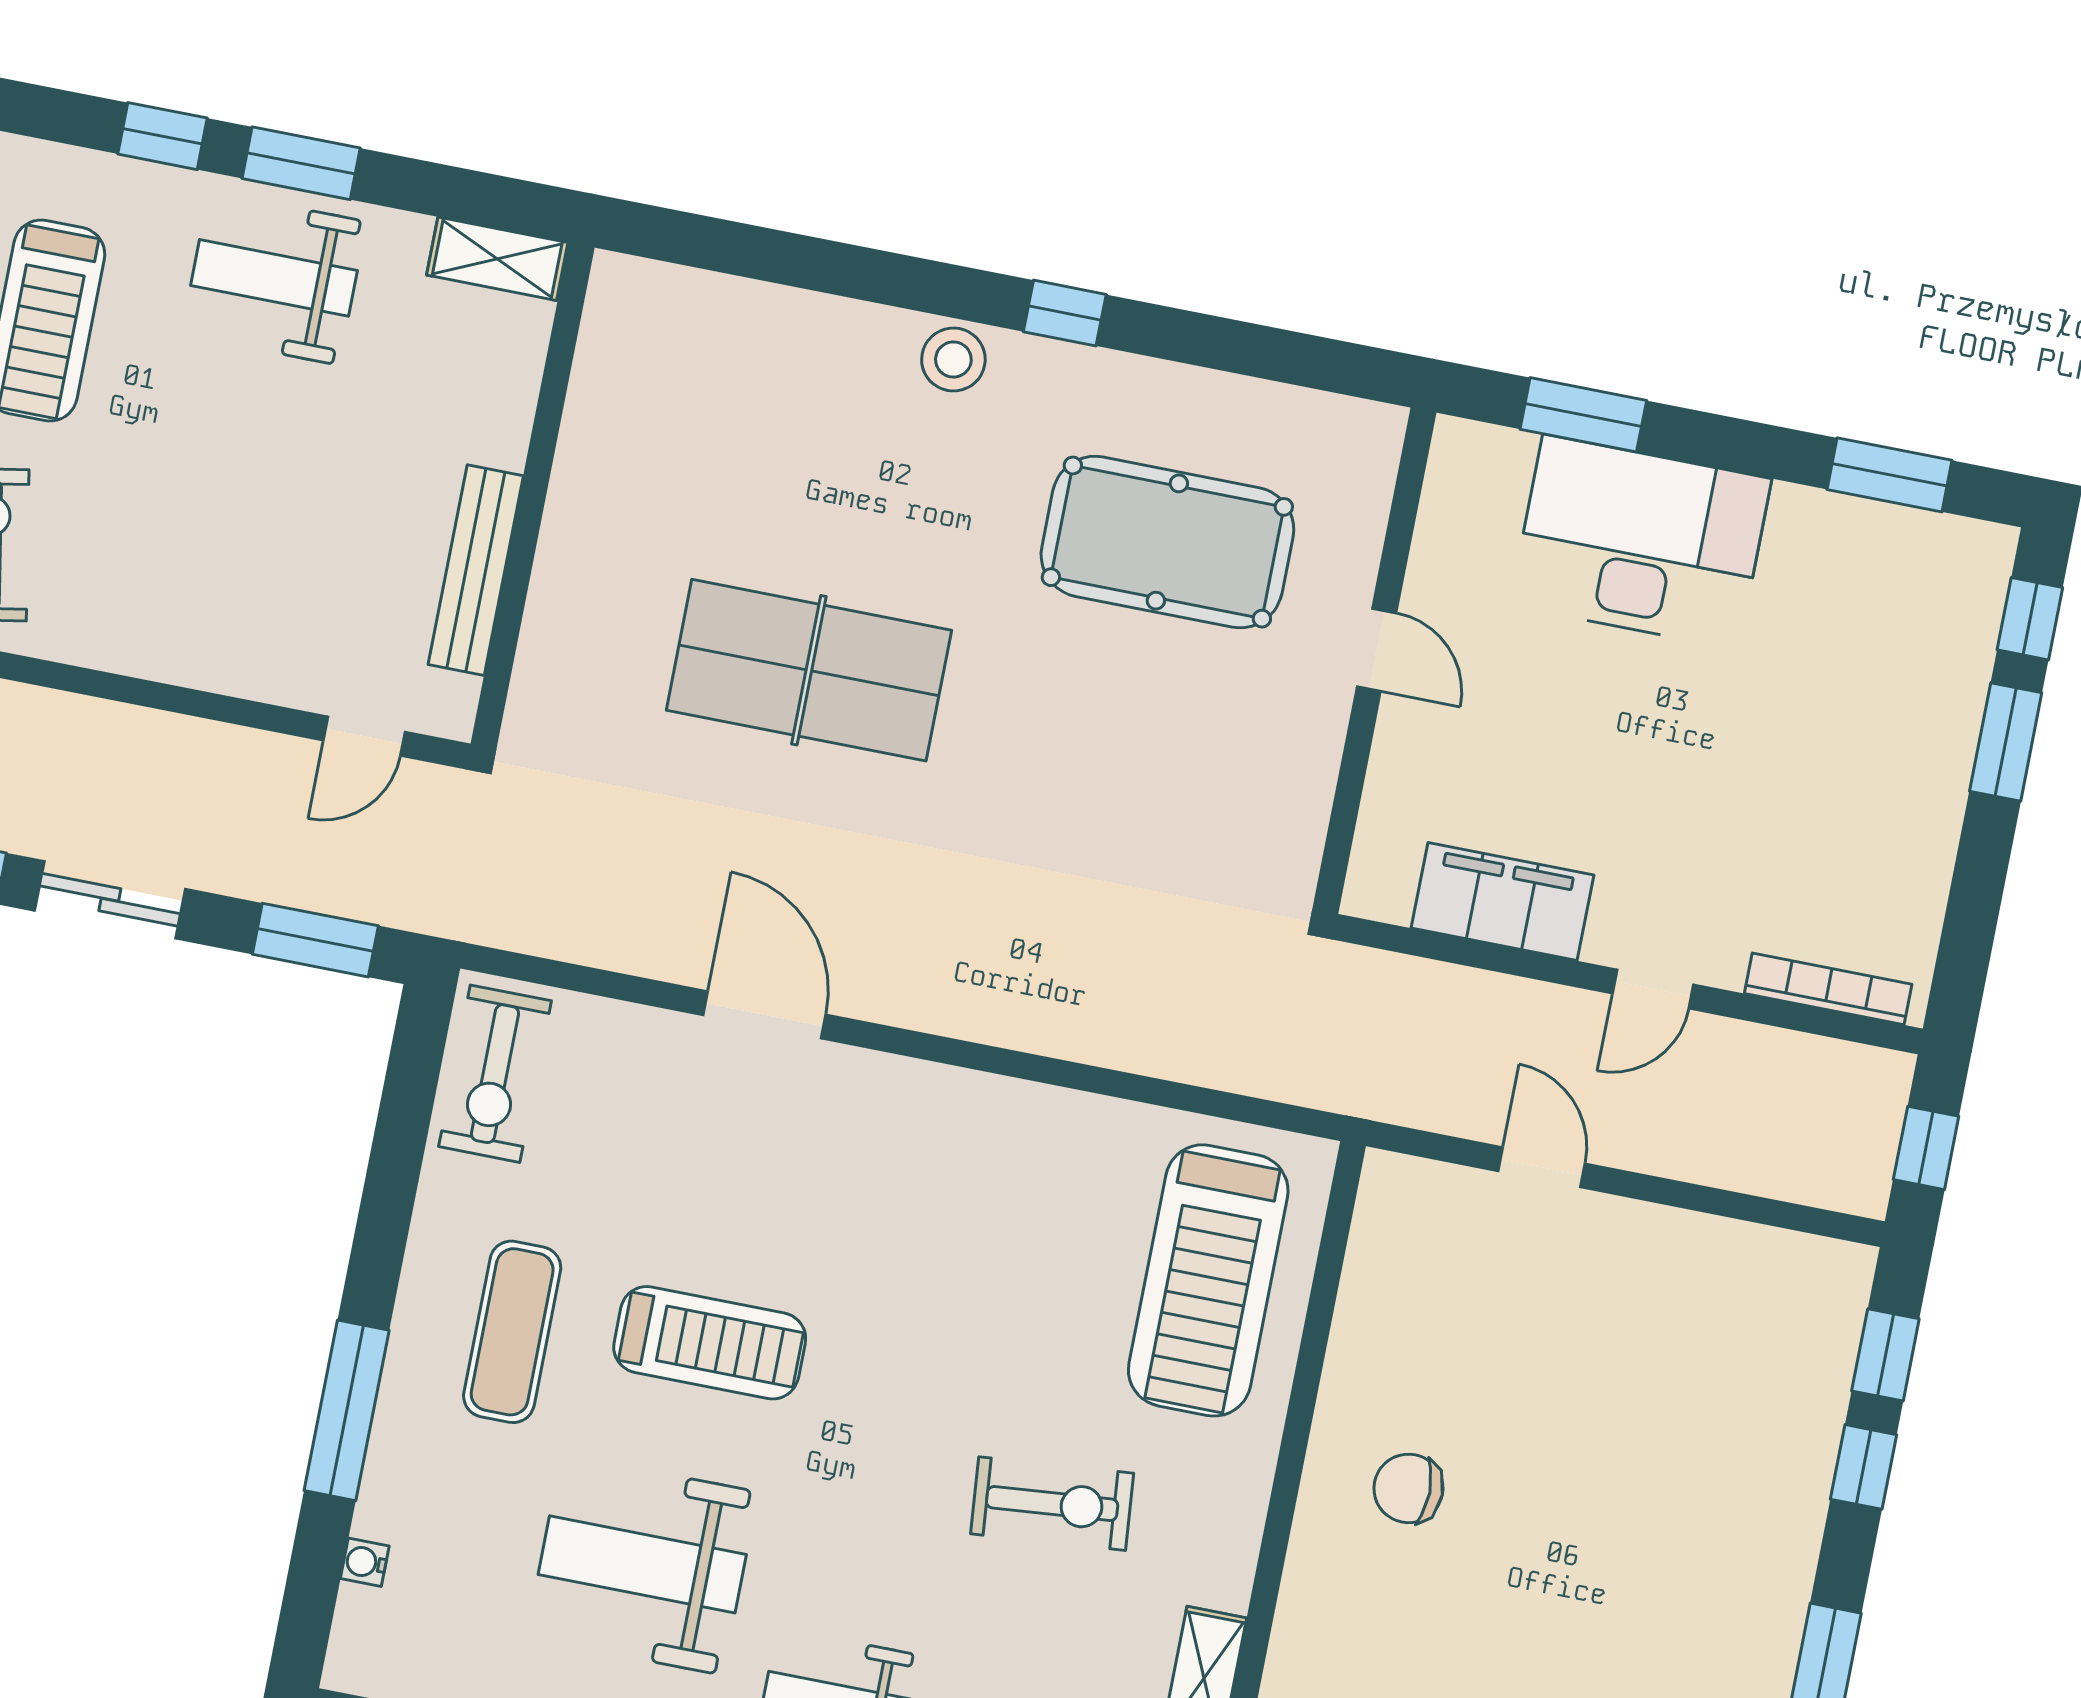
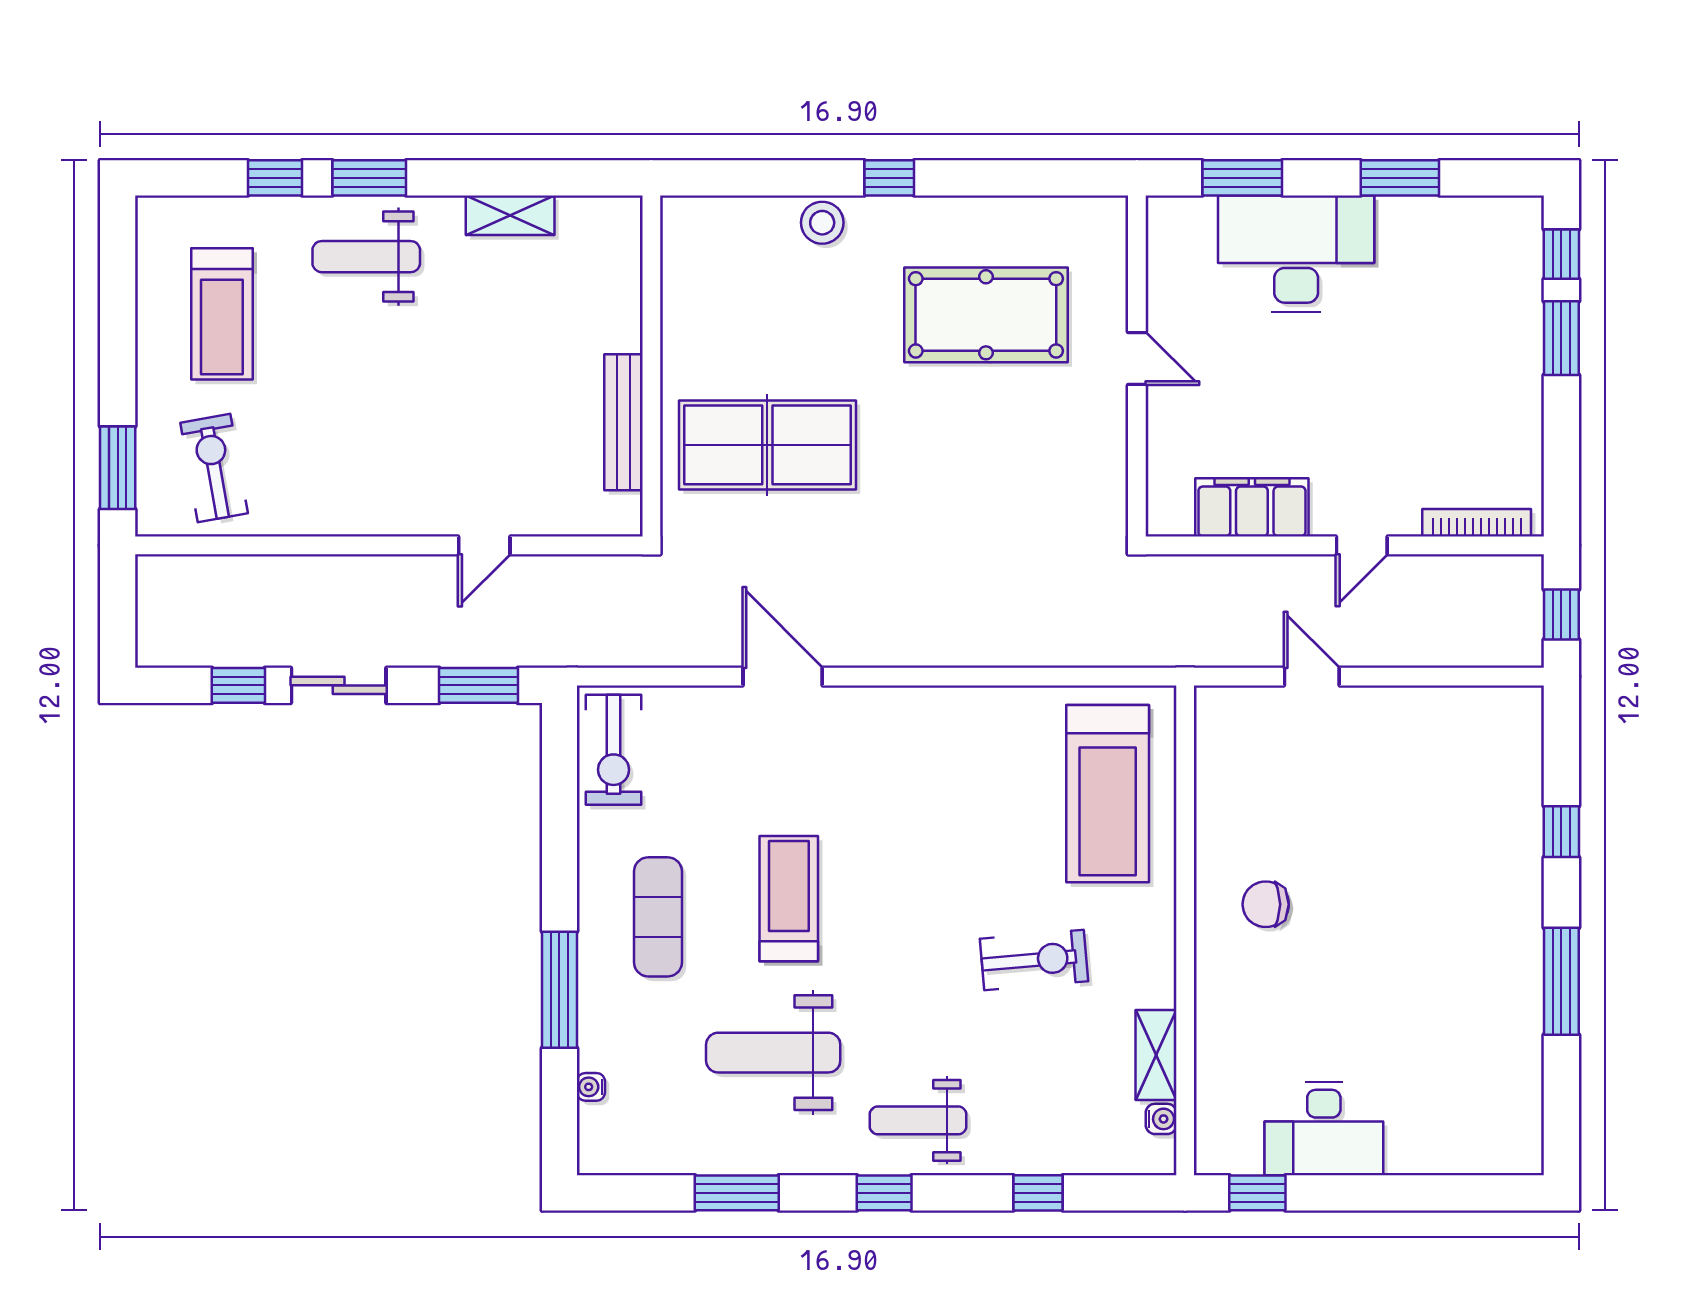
window: (1889, 475) -> (1400, 178), moved
wall: (533, 496) -> (651, 366), moved
bench: (476, 570) -> (624, 422), moved
treadmill: (710, 1343) -> (789, 899), turned -90
window: (1885, 1355) -> (1561, 755), removed

